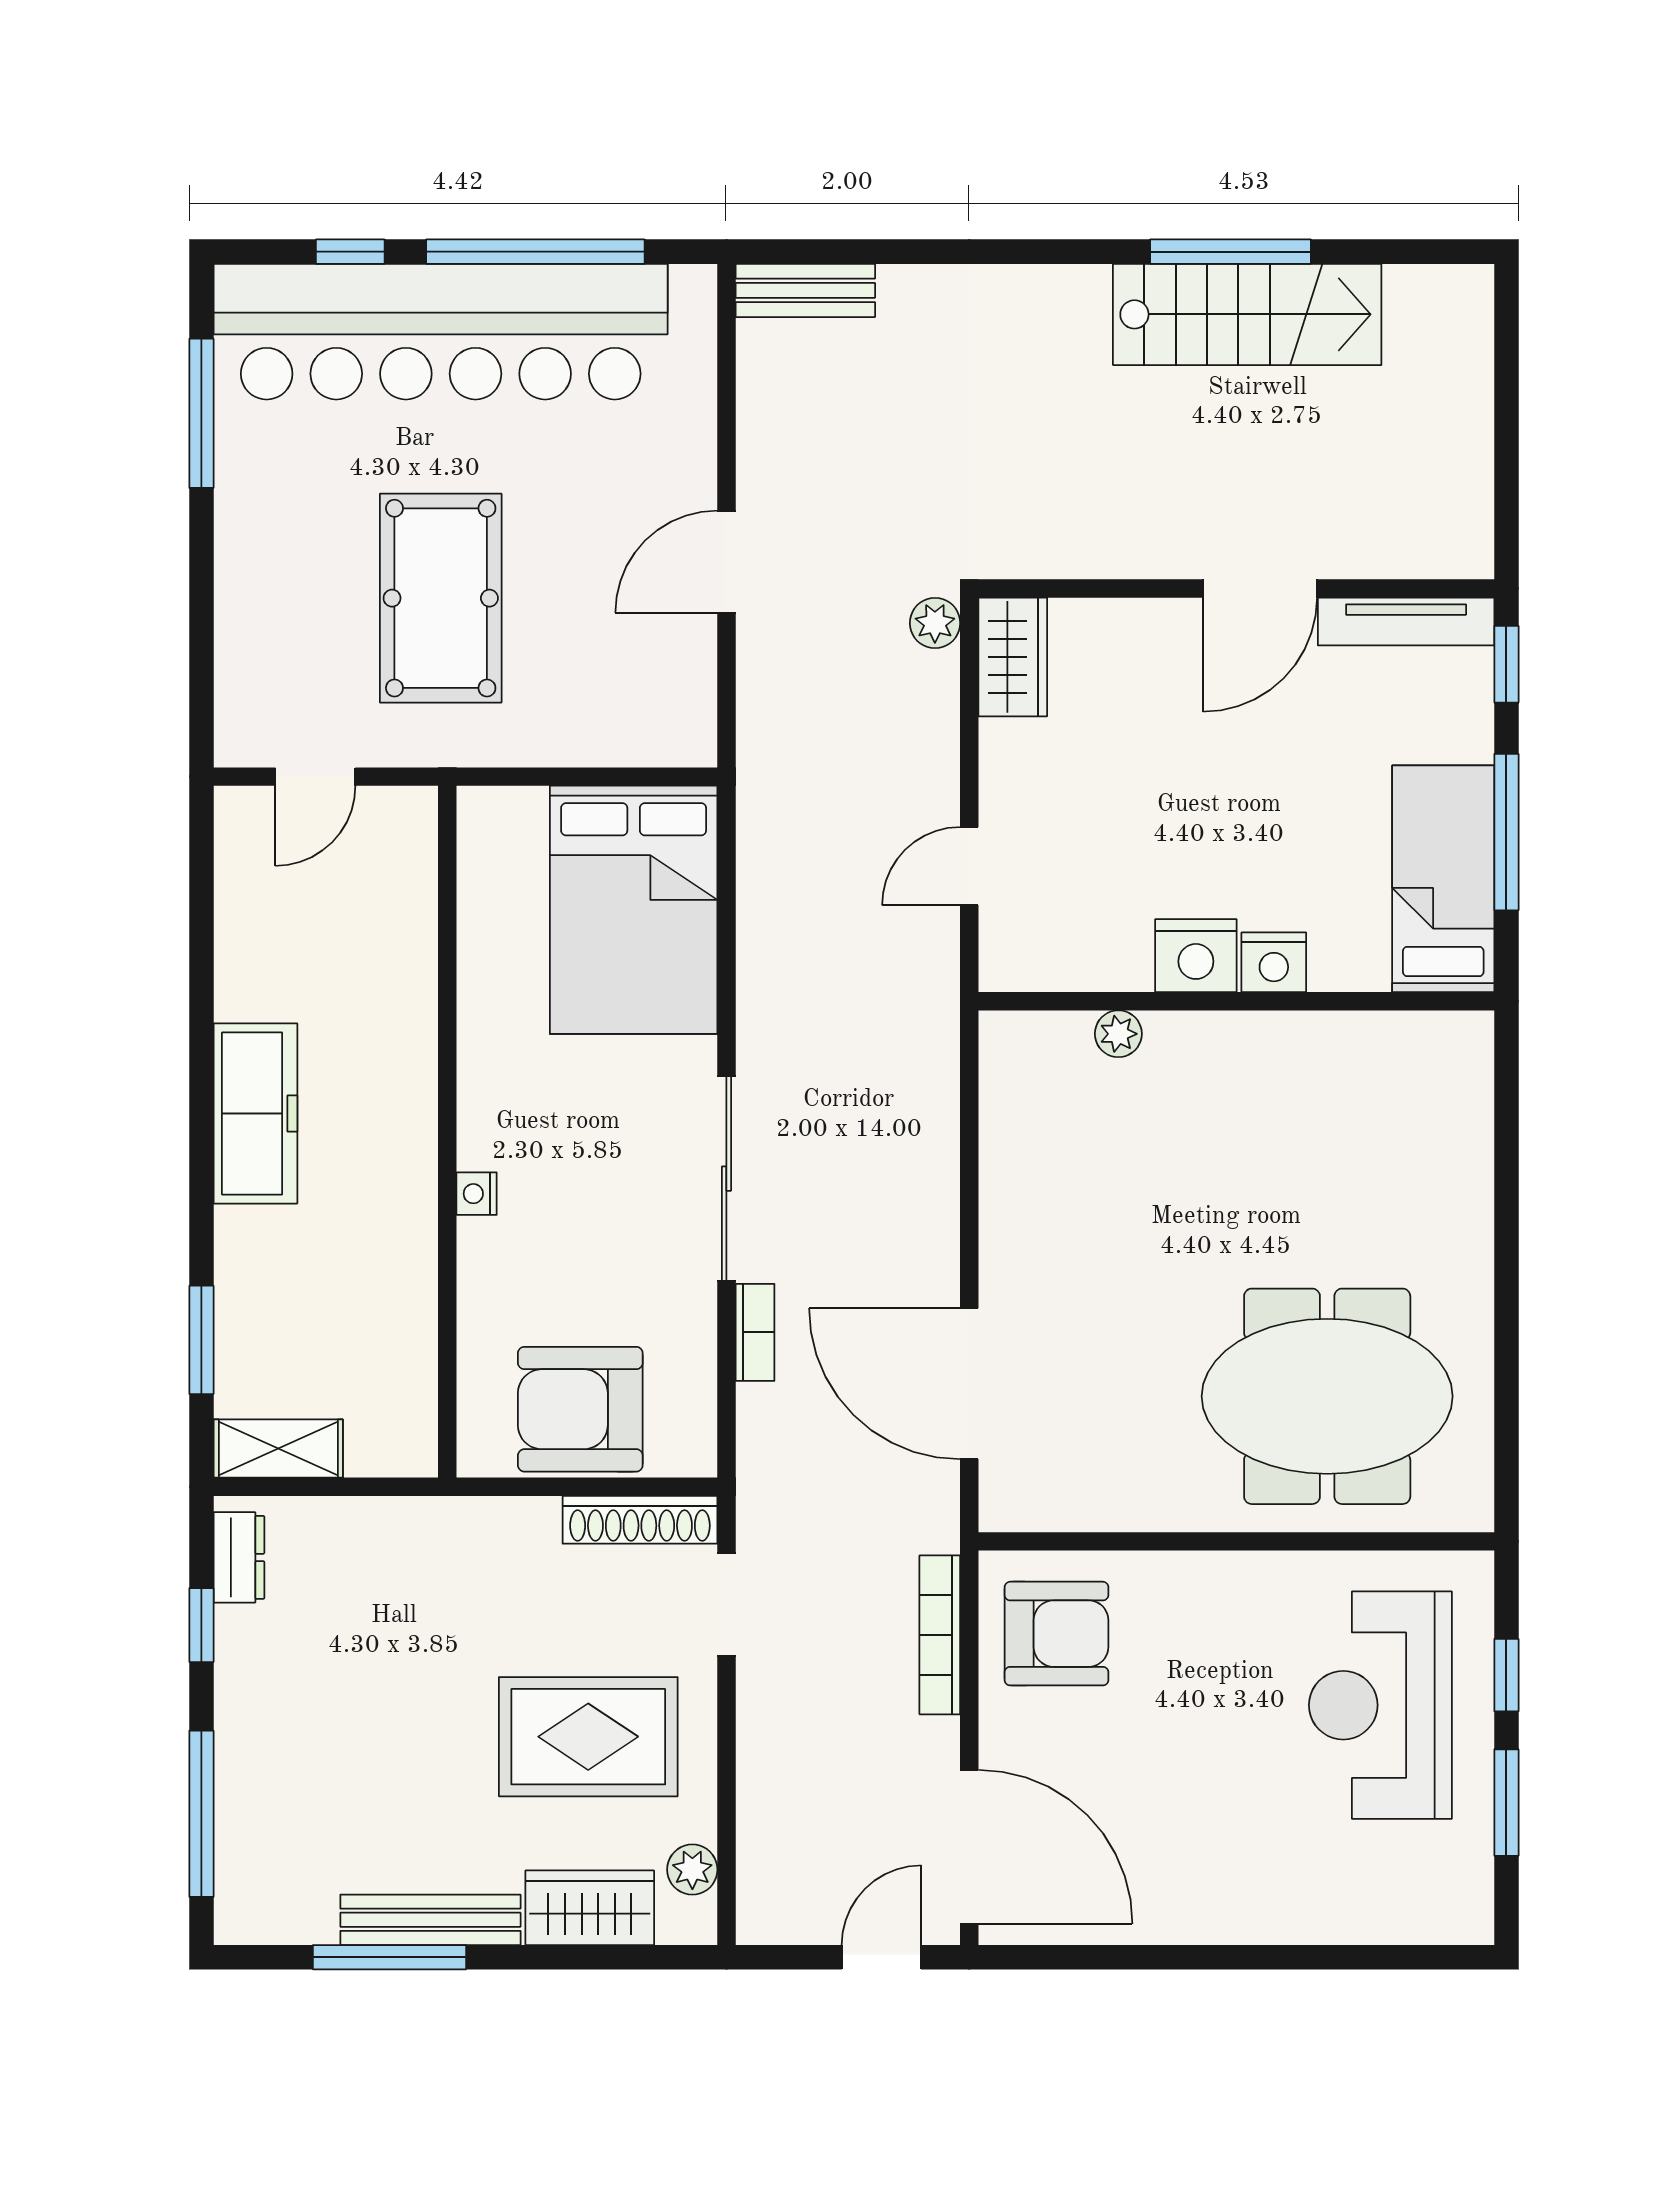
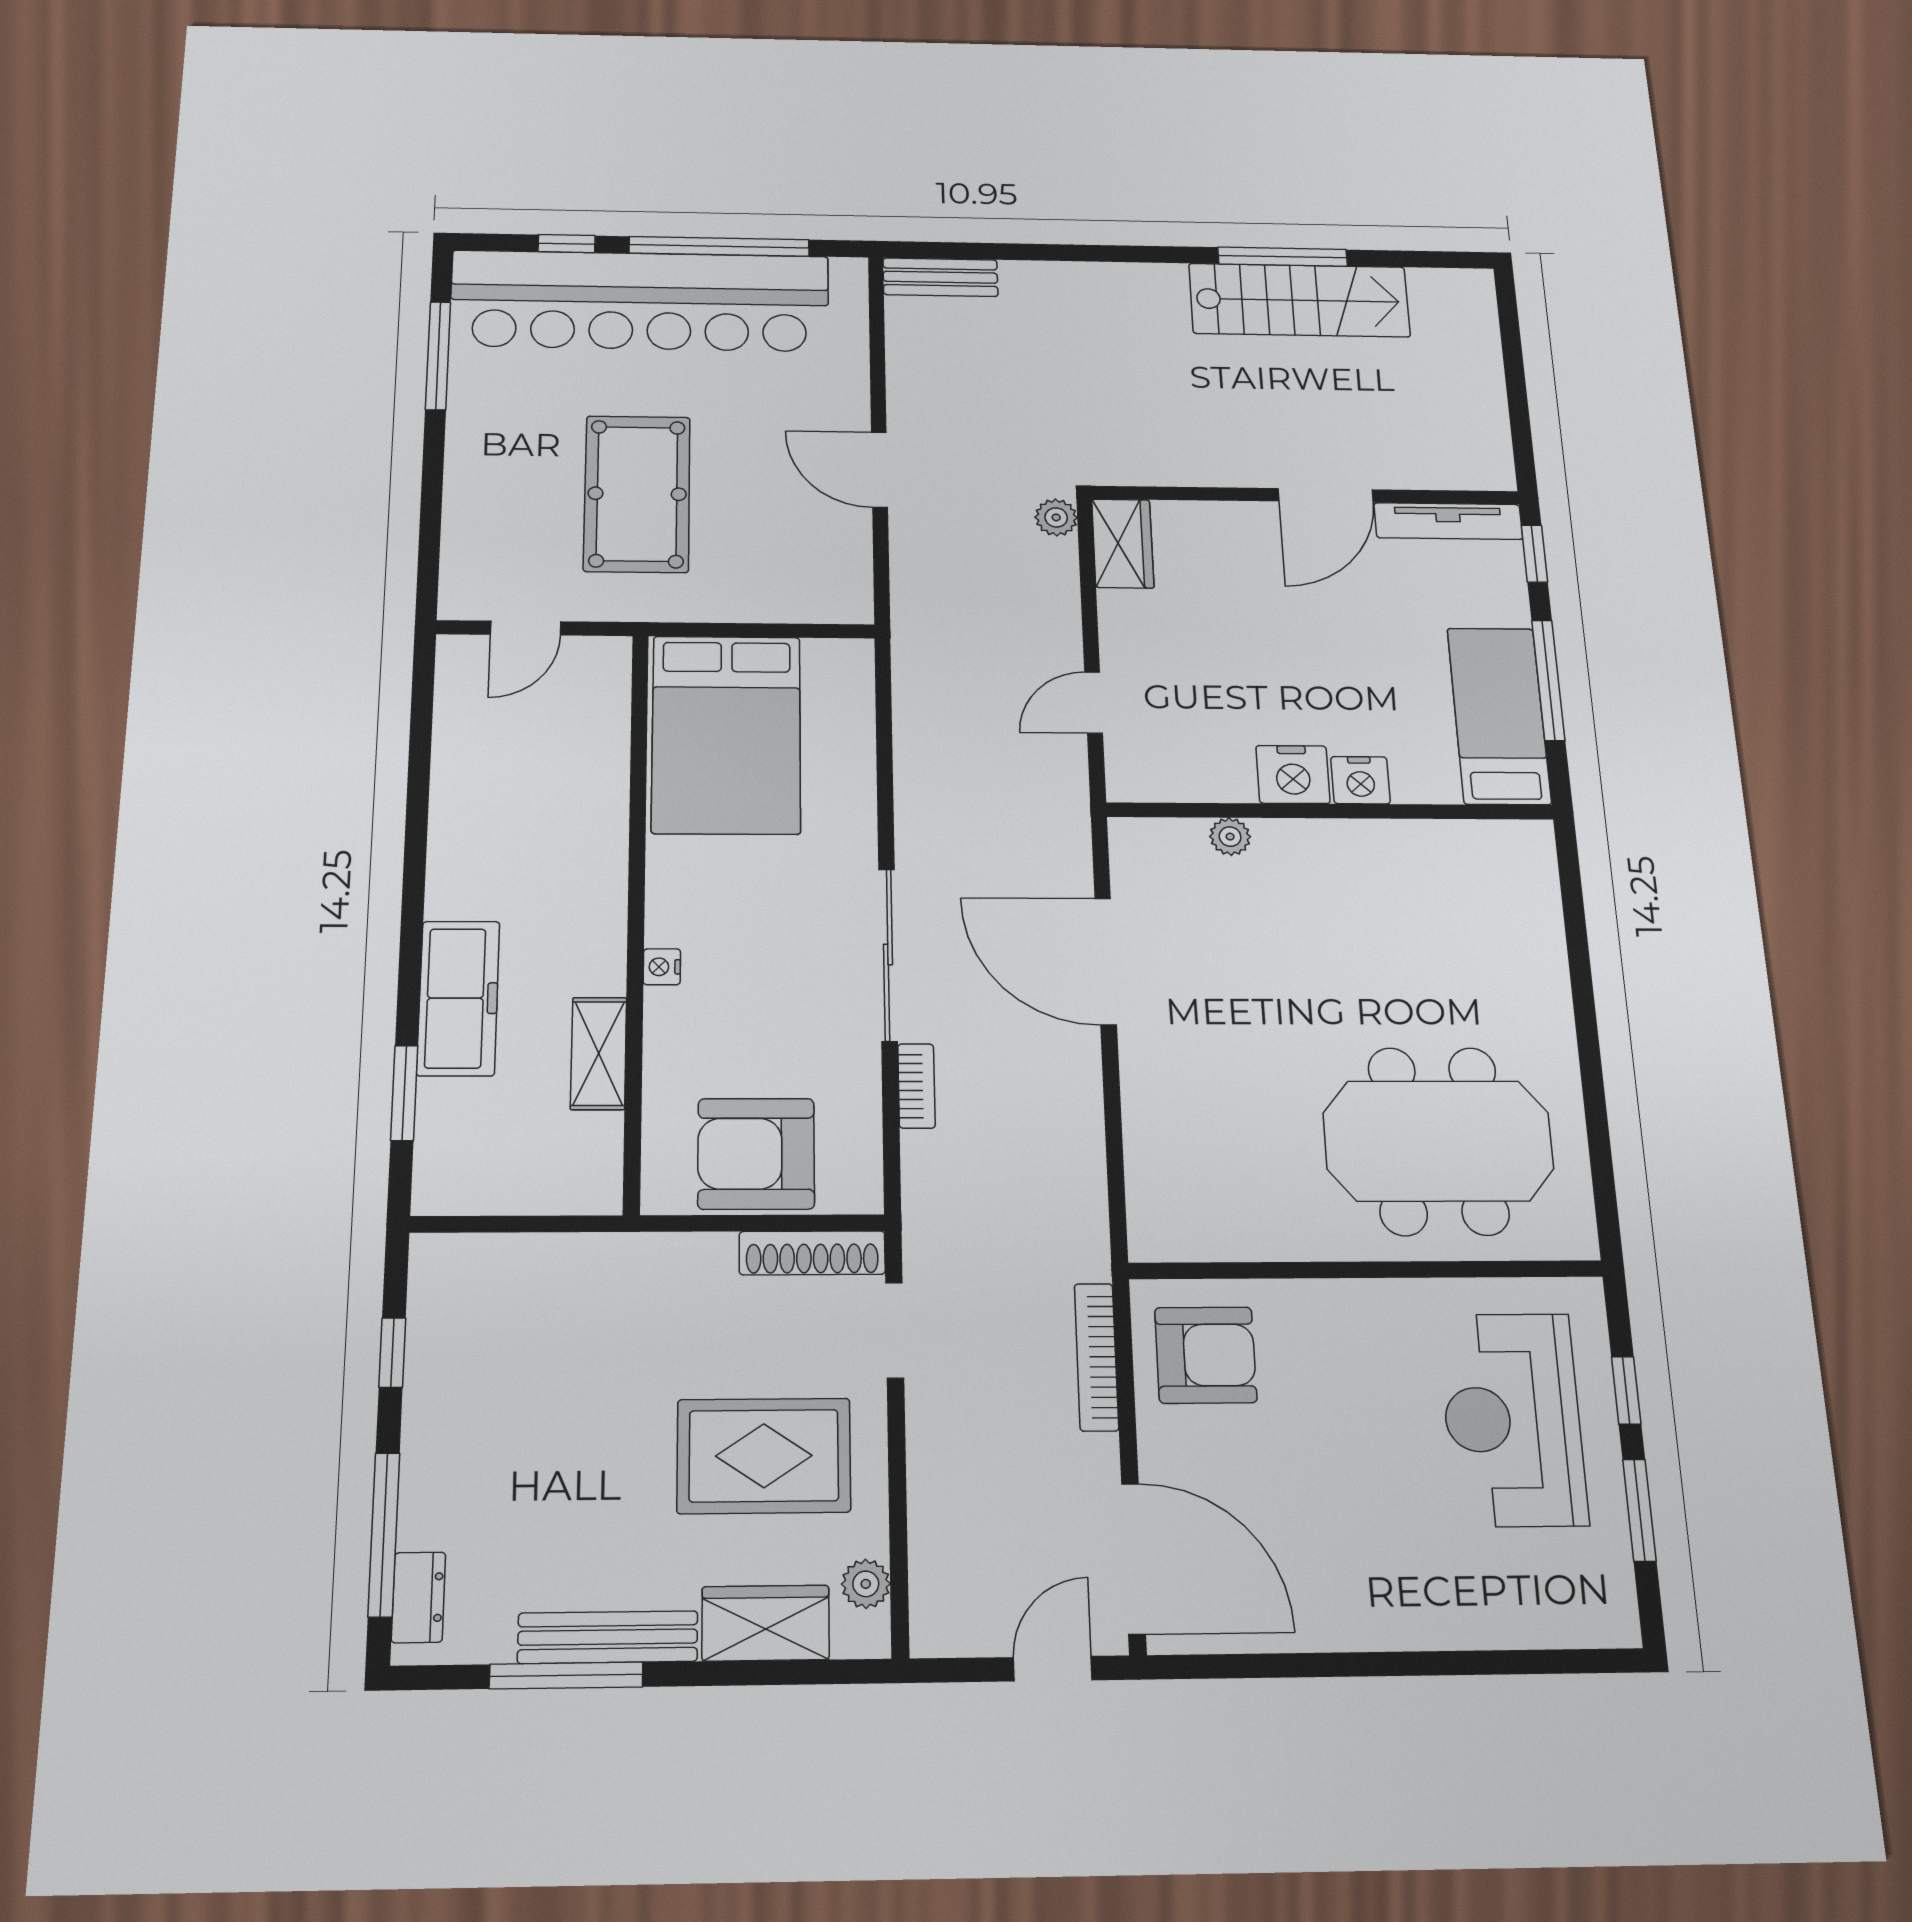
door: (726, 562) -> (879, 470), hinge flipped
bed: (634, 910) -> (726, 734), moved
freezer: (255, 1113) -> (458, 998), moved
door: (969, 1384) -> (1106, 961), moved
shelving: (278, 1449) -> (599, 1053), moved, turned 90
dresser: (239, 1557) -> (418, 1597), moved

